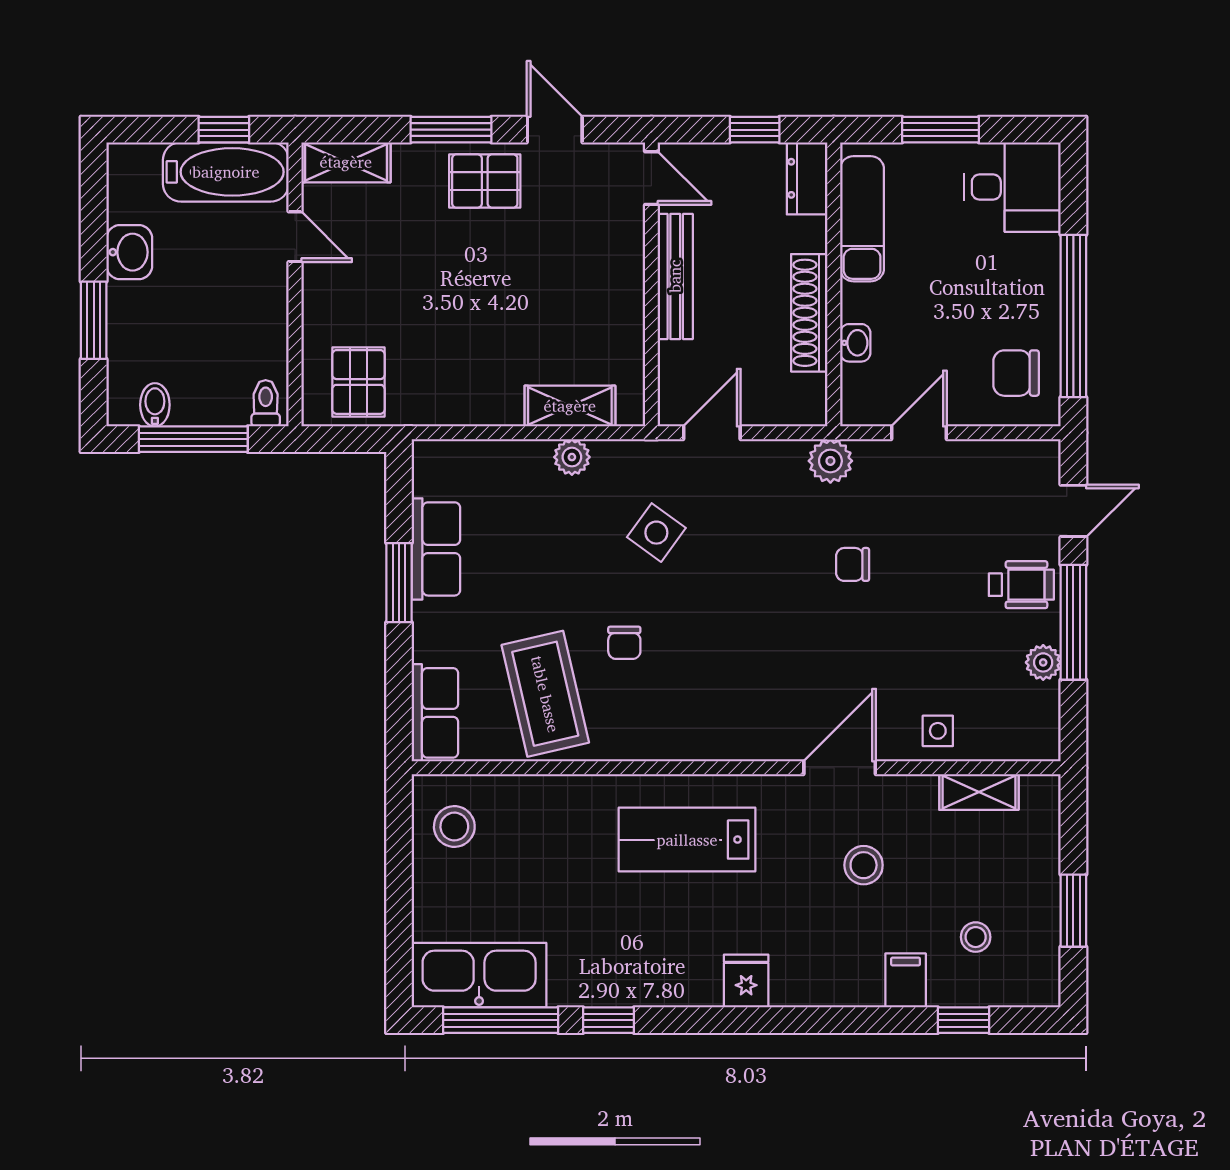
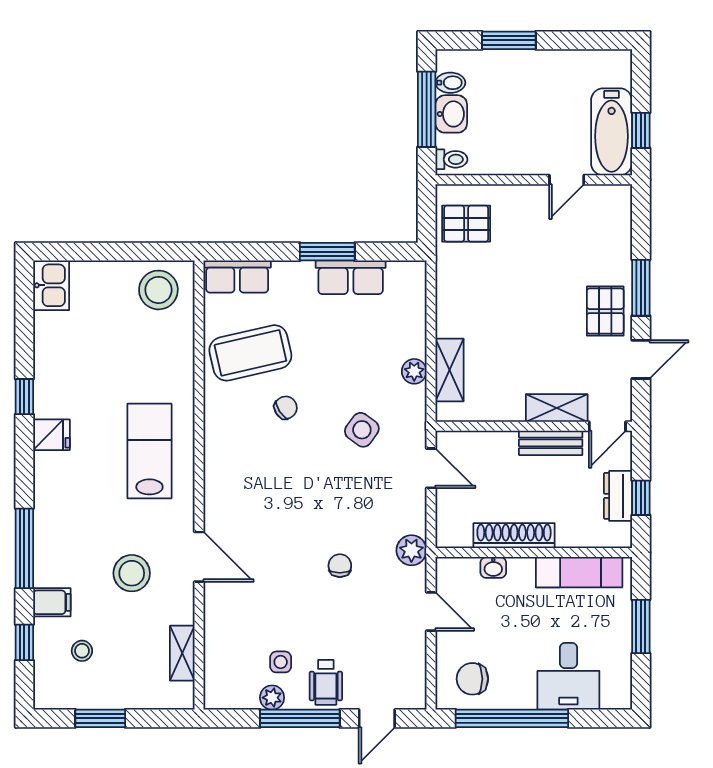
shelving: (346, 162) -> (557, 408), moved, turned 90
dresser: (807, 178) -> (618, 496), moved, turned -90
desk: (1012, 187) -> (568, 676), moved
washbasin: (129, 252) -> (451, 114), moved, turned -90
bench: (675, 276) -> (551, 443), width x0.73
chair: (1016, 373) -> (472, 679), turned -90
door: (1073, 511) -> (377, 718), hinge flipped
chair: (624, 643) -> (286, 408), turned 147
side table: (938, 731) -> (281, 662), moved
stool: (454, 827) -> (158, 290), width x1.38, depth x1.38
stool: (864, 865) -> (132, 573), width x1.38, depth x1.38
kitchen sink: (479, 975) -> (51, 285), width x0.53, depth x0.81
fridge: (746, 981) -> (52, 435), moved
window: (501, 1020) -> (24, 548), moved

